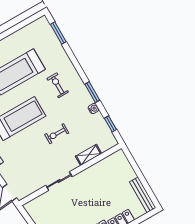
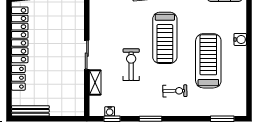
water cooler: (94, 109) -> (110, 111), moved
exercise bike: (57, 134) -> (131, 65), width x1.38, depth x1.39
sliding door: (59, 181) -> (87, 55), moved

